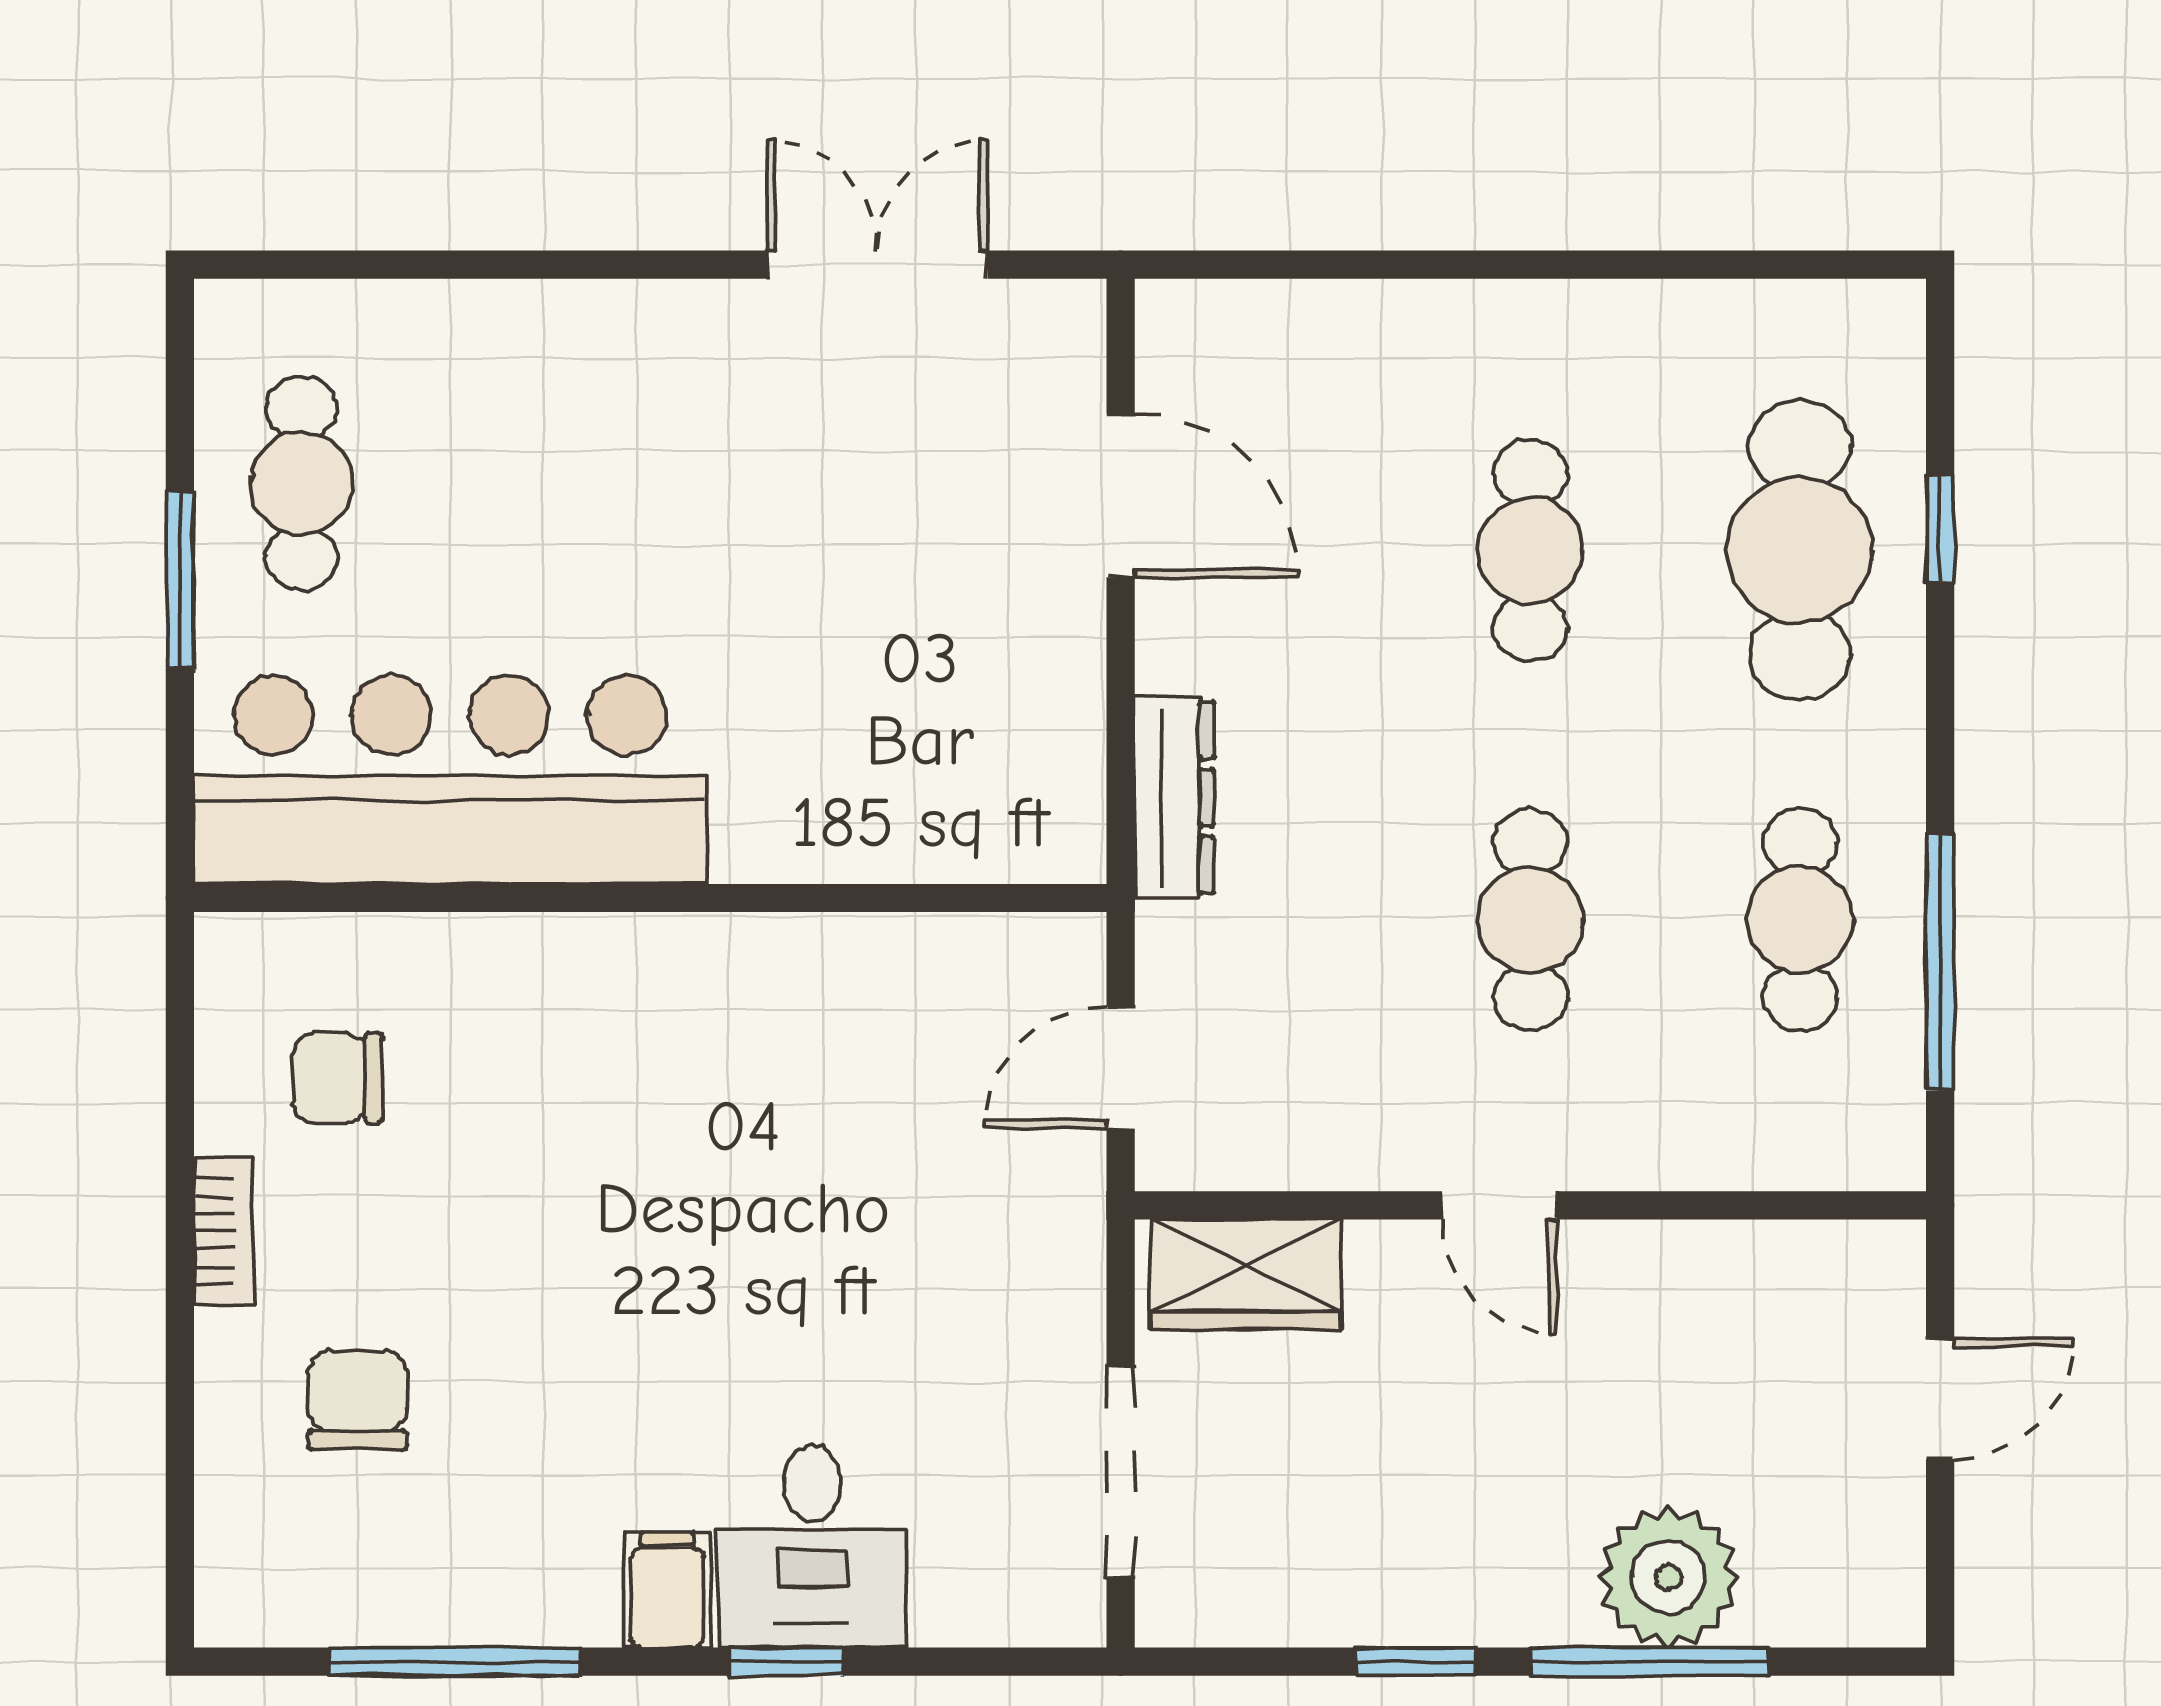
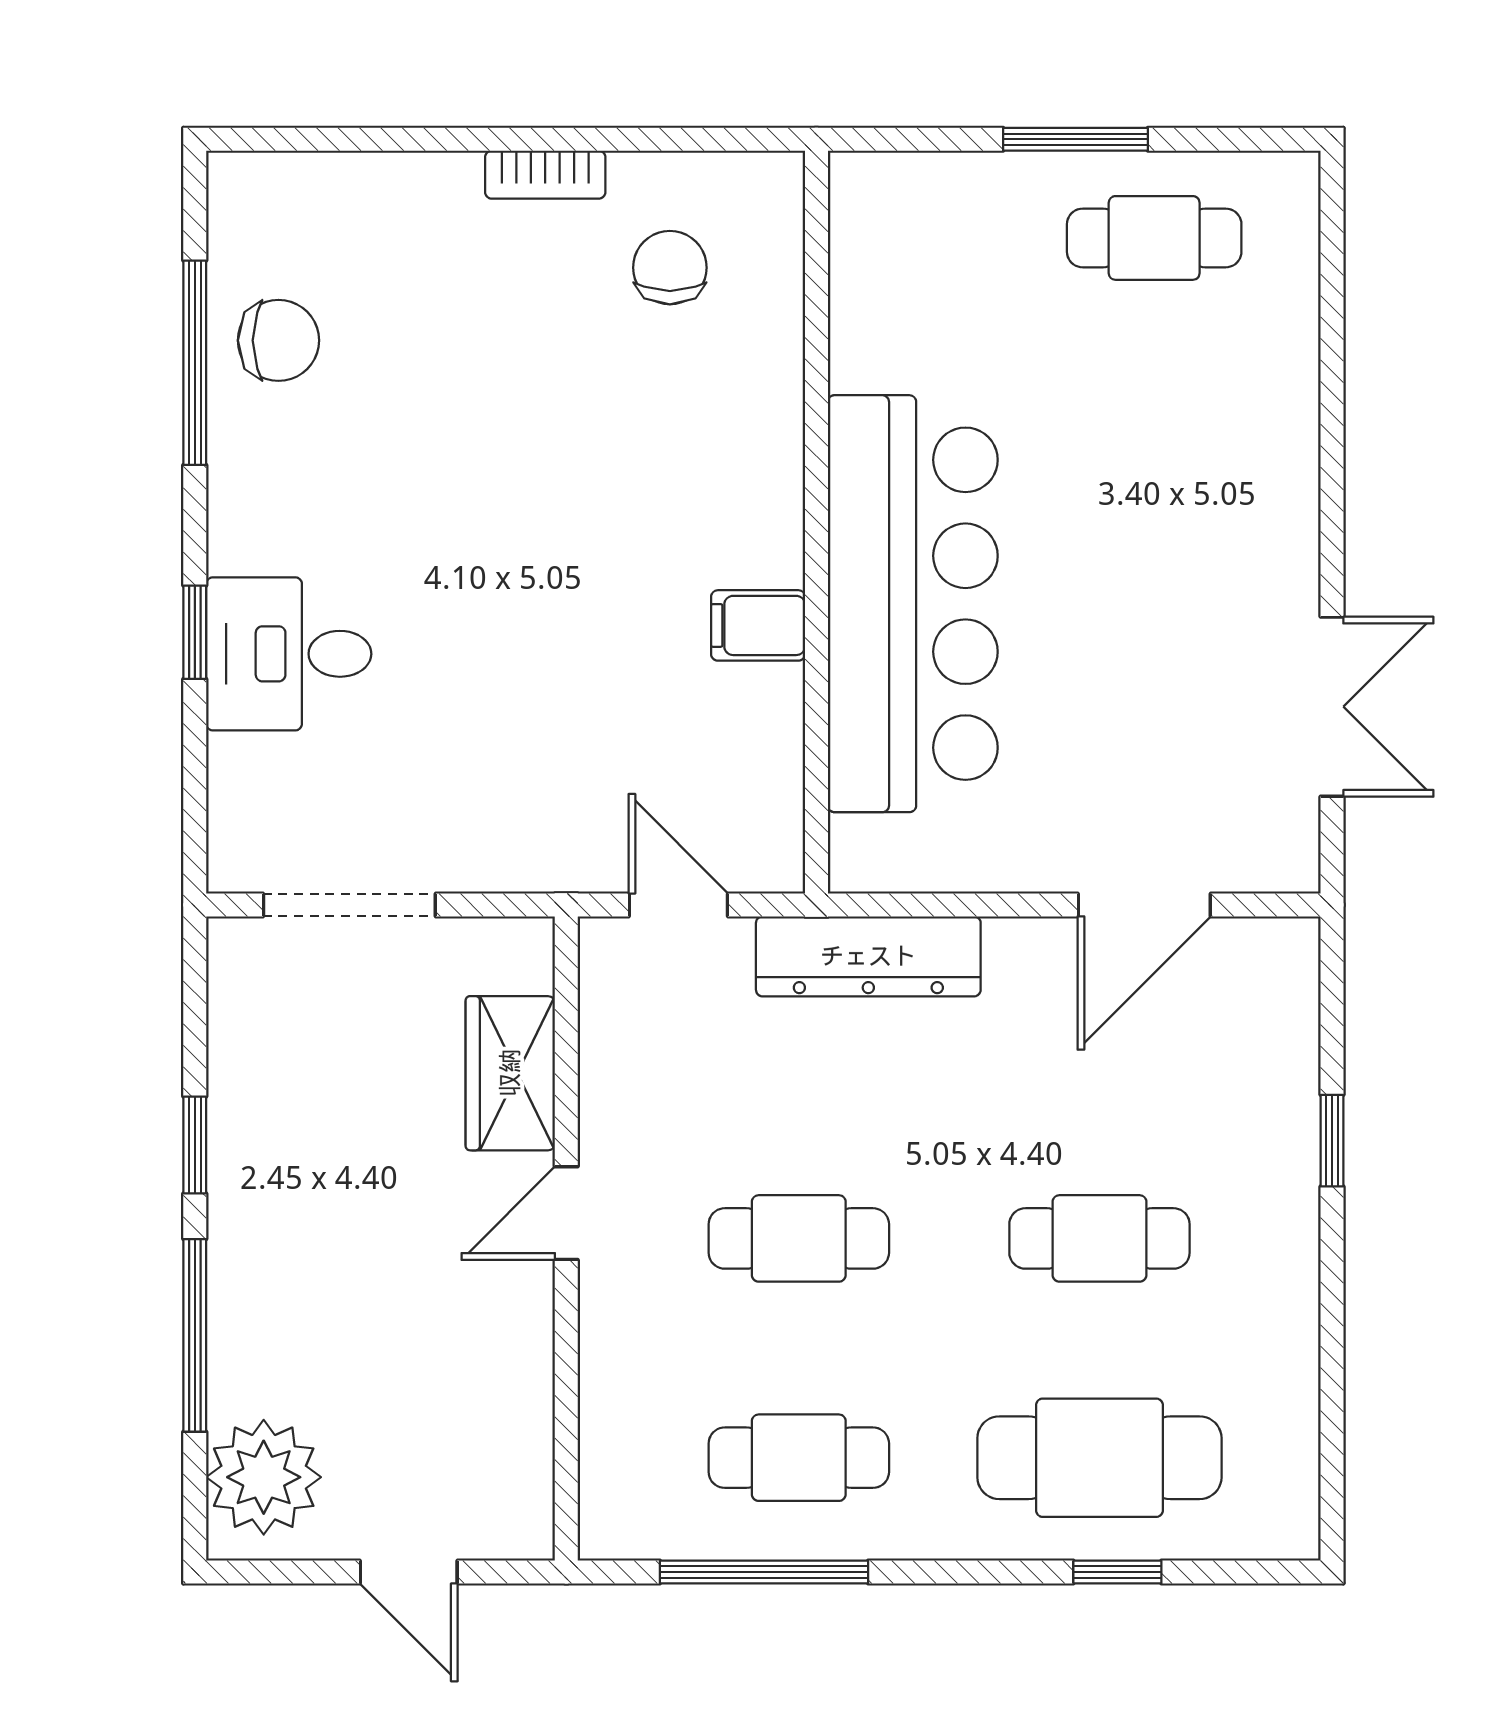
window: (1410, 265) -> (1332, 1141), added
bar counter: (450, 780) -> (913, 604), moved
dresser: (1174, 797) -> (868, 956), width x1.37, depth x1.24
wardrobe: (1246, 1274) -> (510, 1073), moved
chair: (358, 1400) -> (278, 340), moved
plant: (1668, 1577) -> (264, 1477), moved
filing cabinet: (667, 1590) -> (758, 625), moved, turned 180

